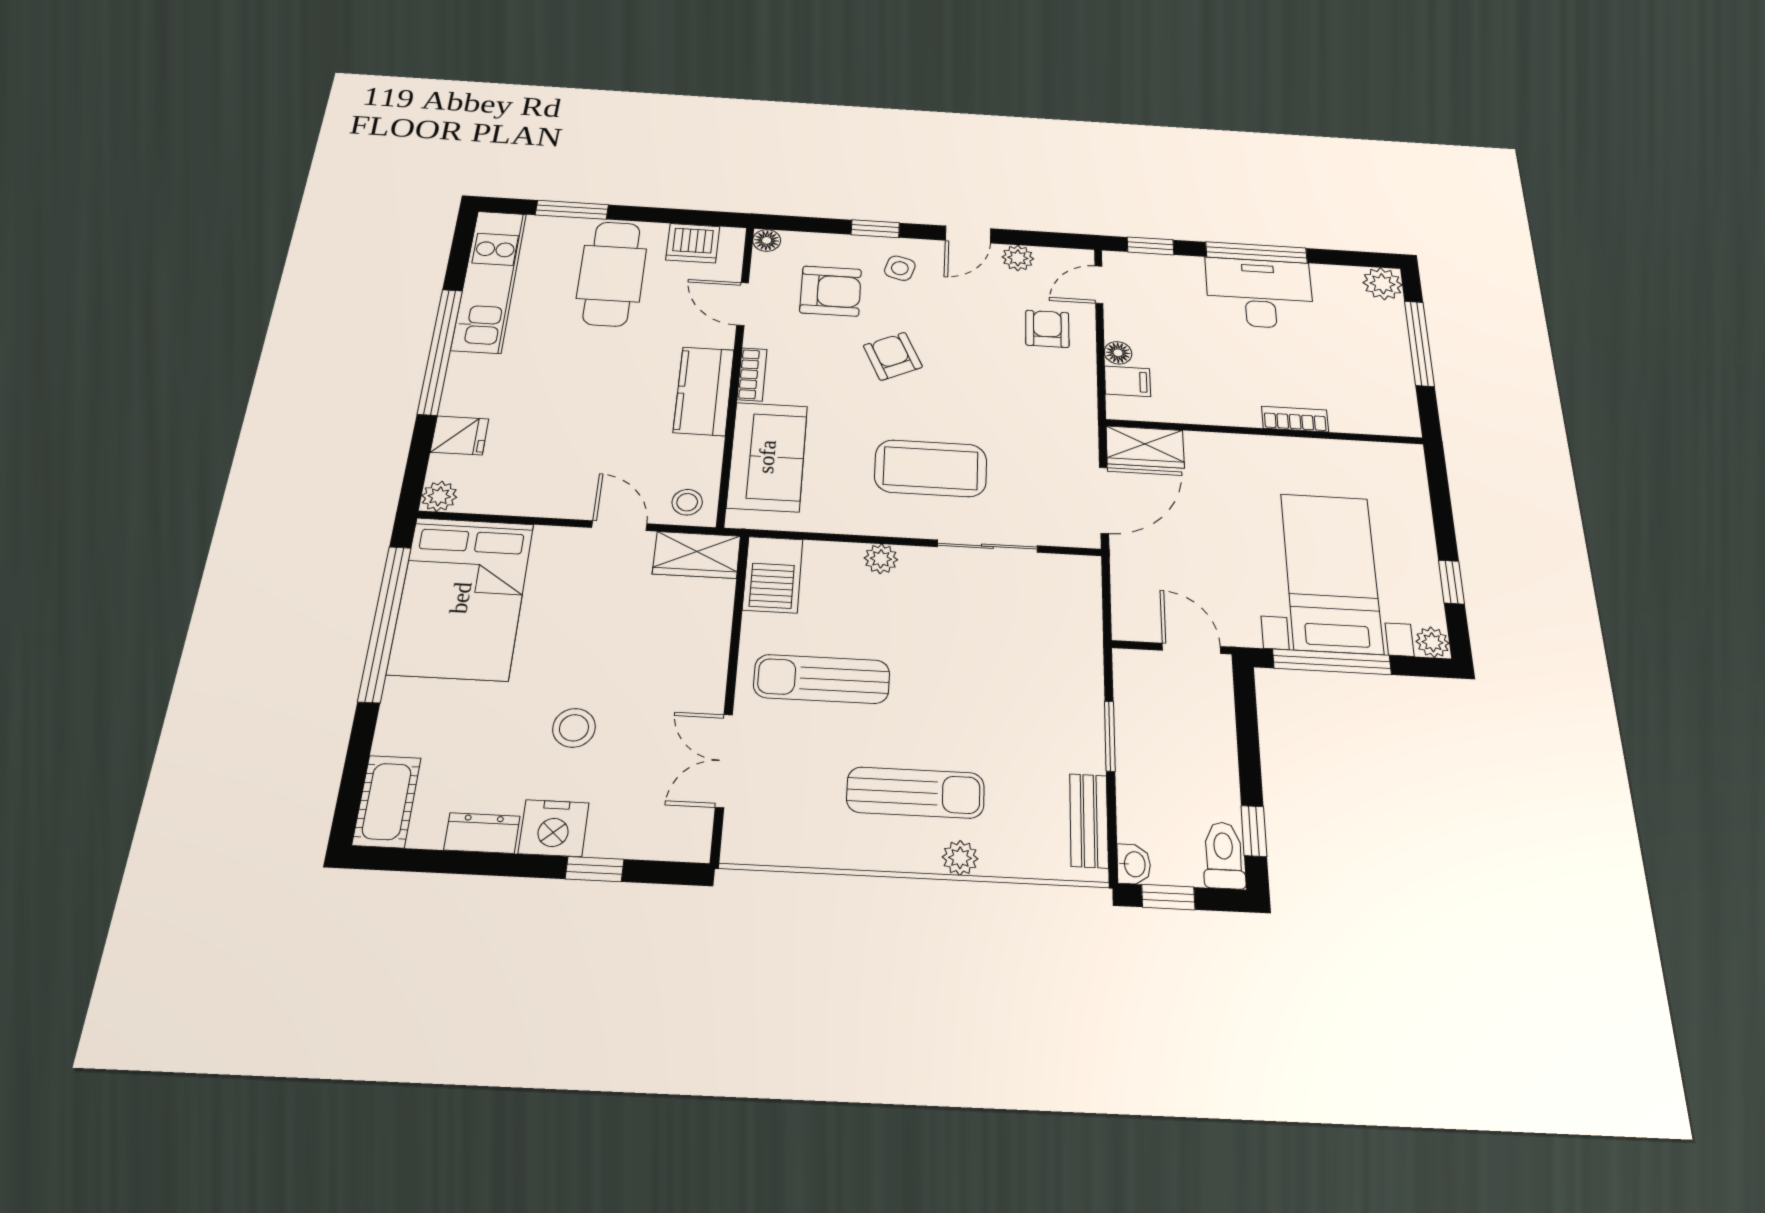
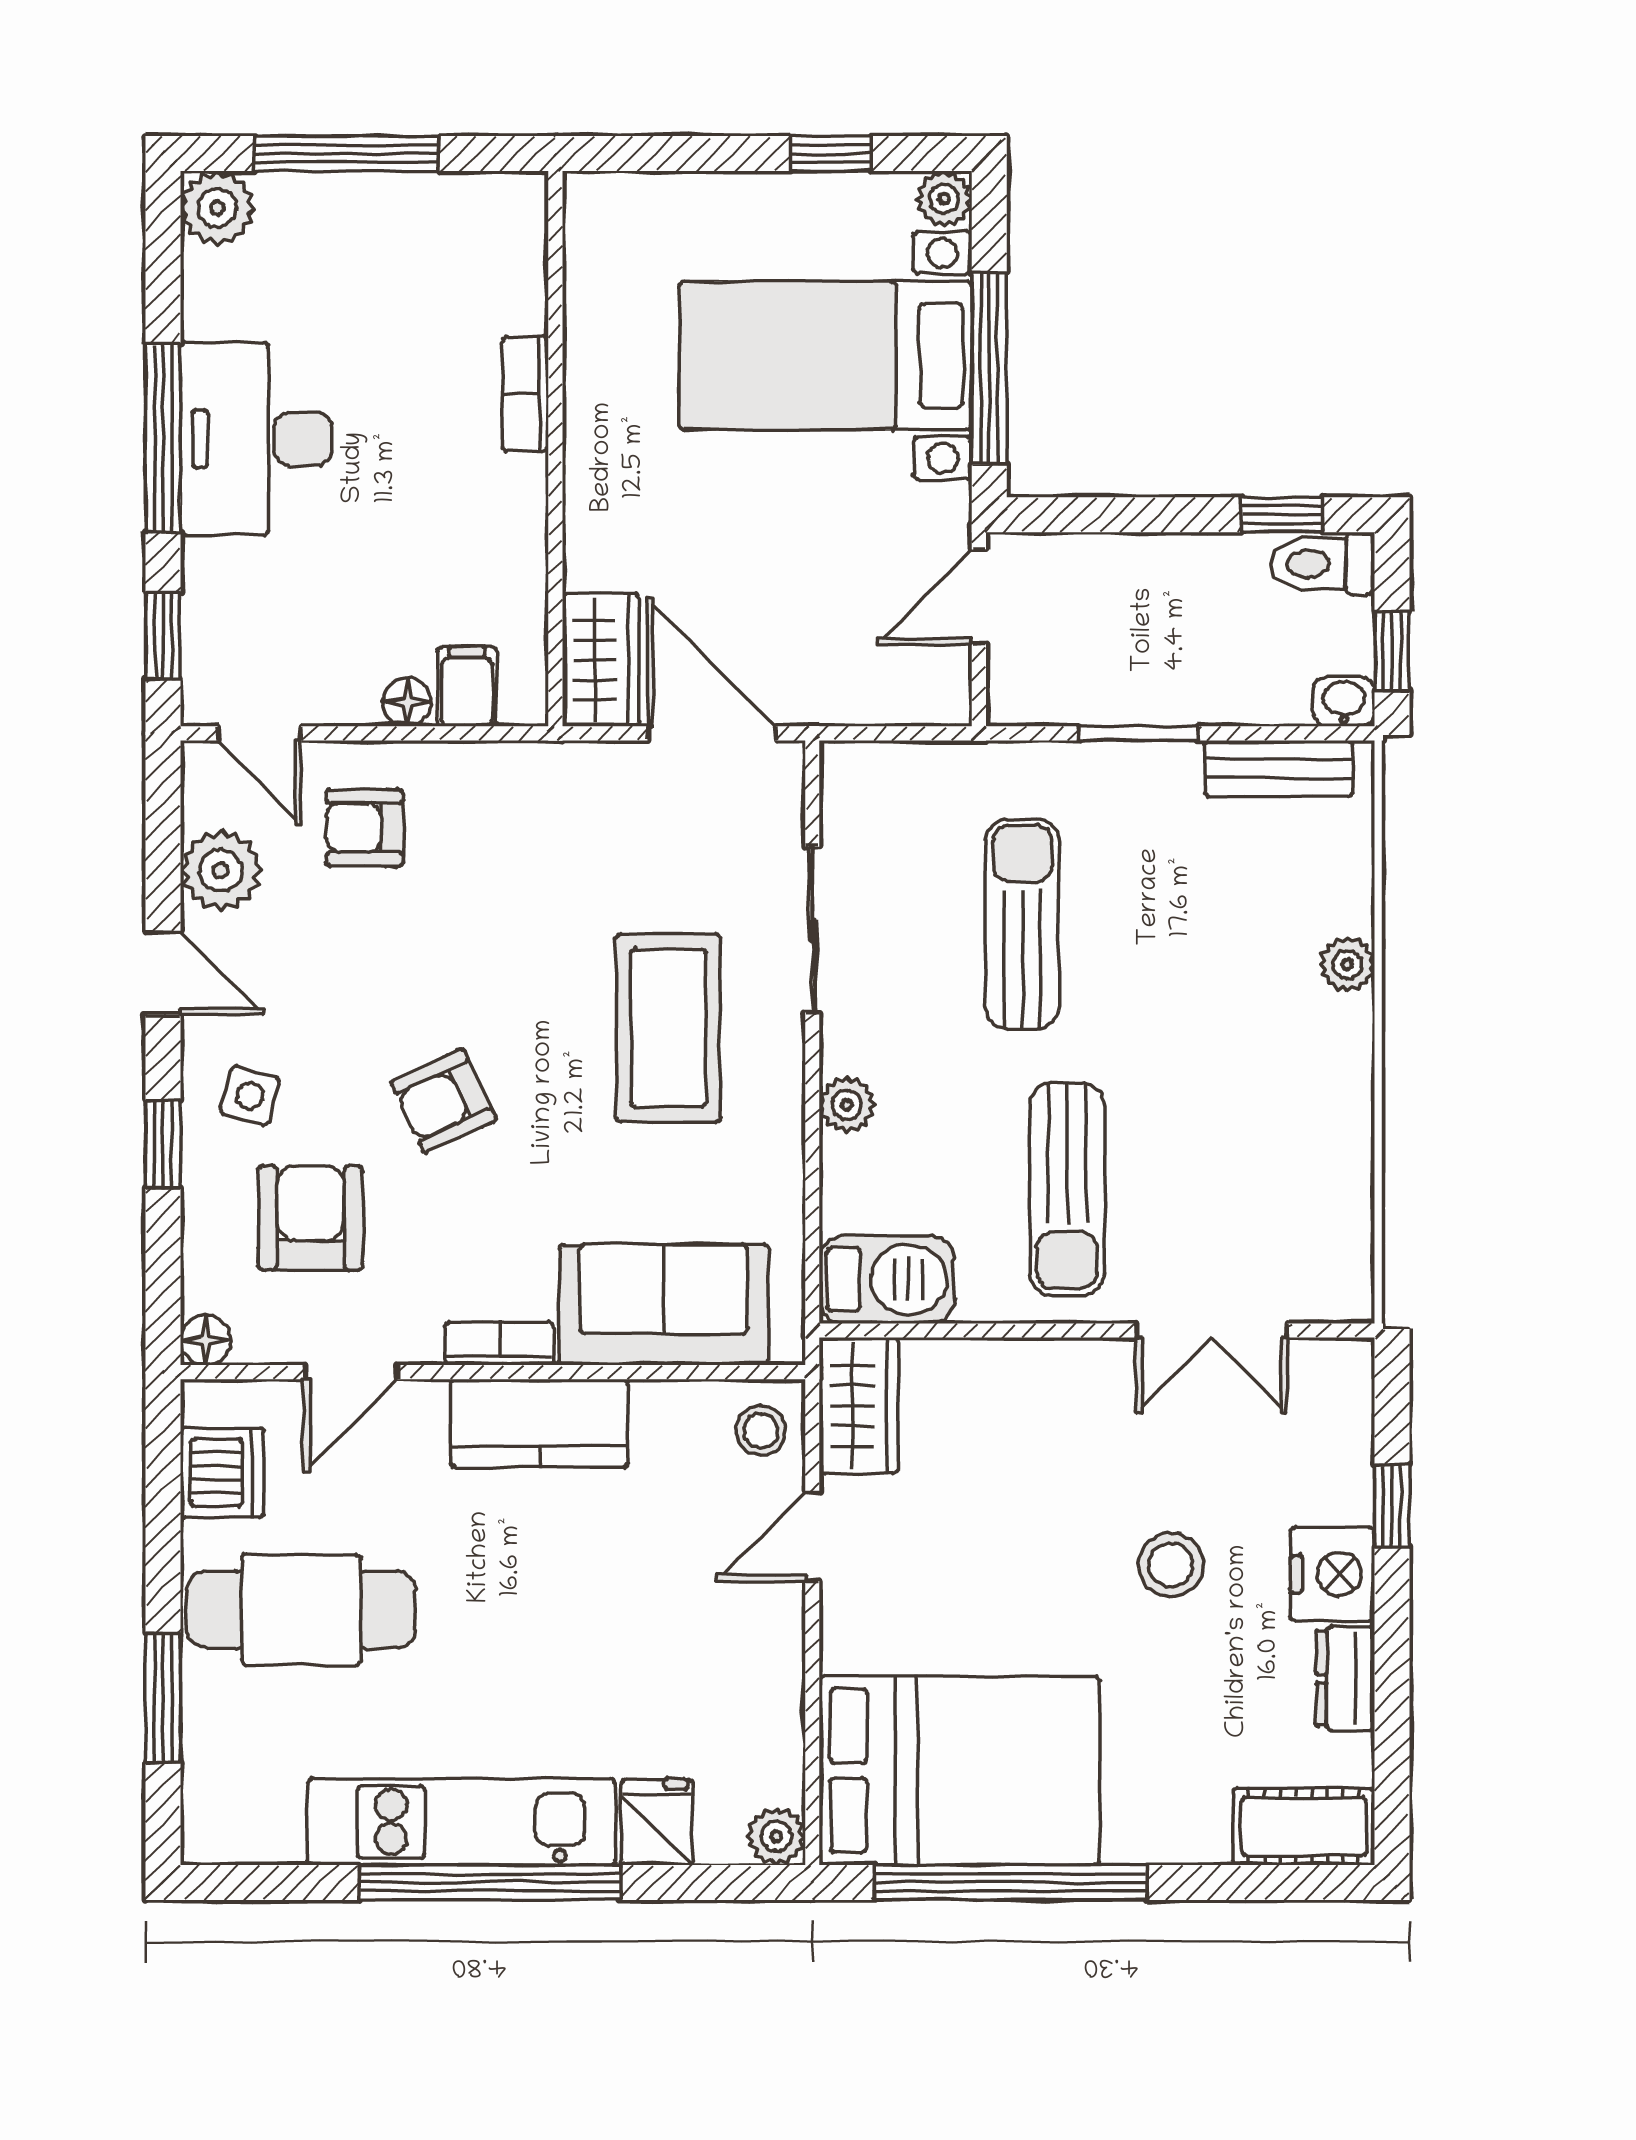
plant: (1018, 258) -> (221, 870), width x1.38, depth x1.38
kitchen unit: (489, 281) -> (462, 1822), moved
sun lounger: (915, 793) -> (1022, 924), moved

